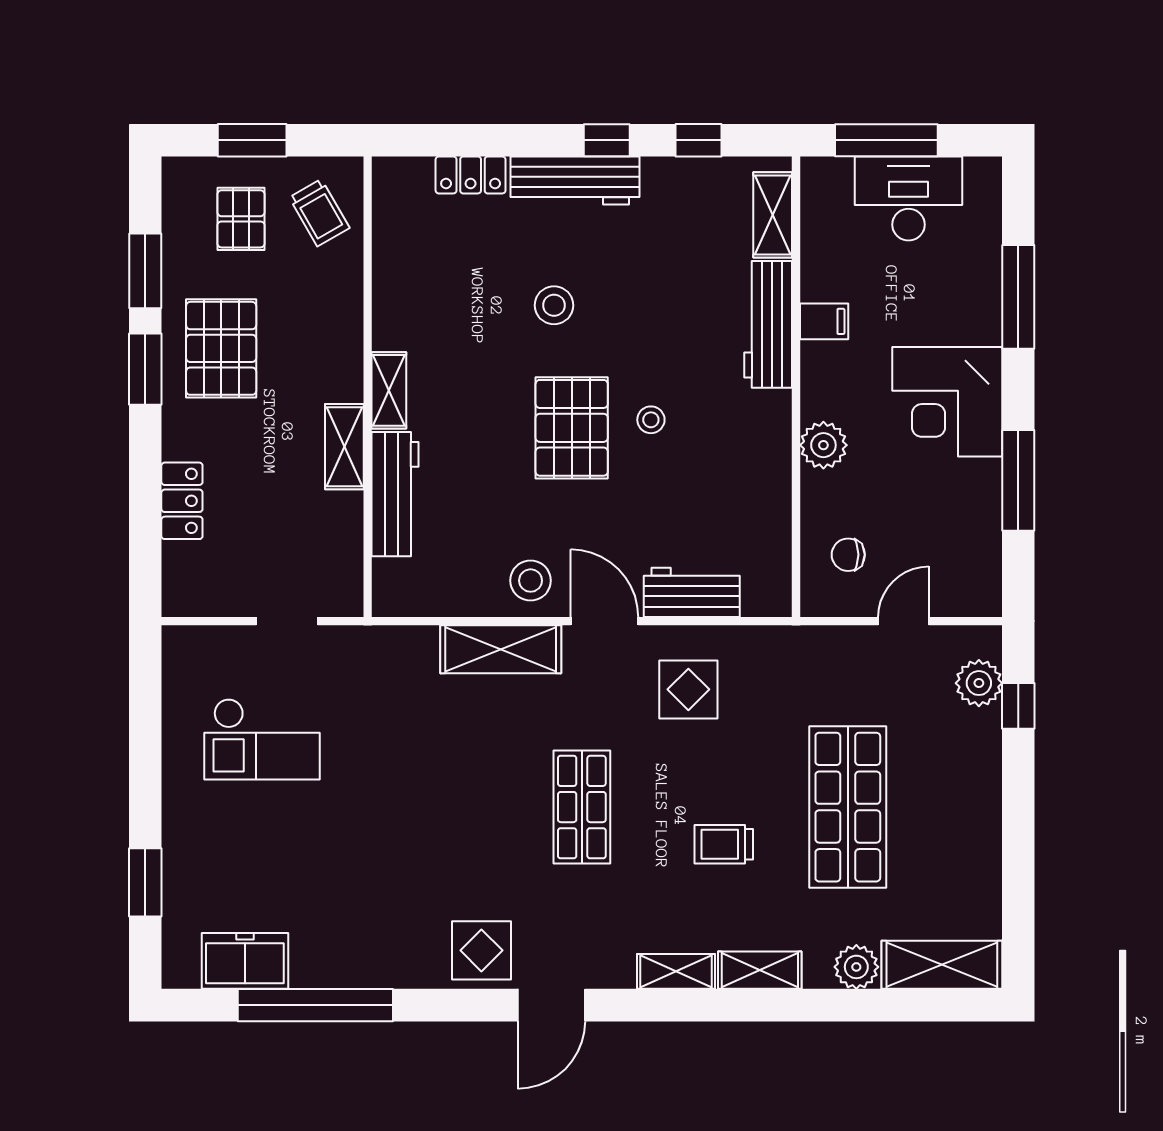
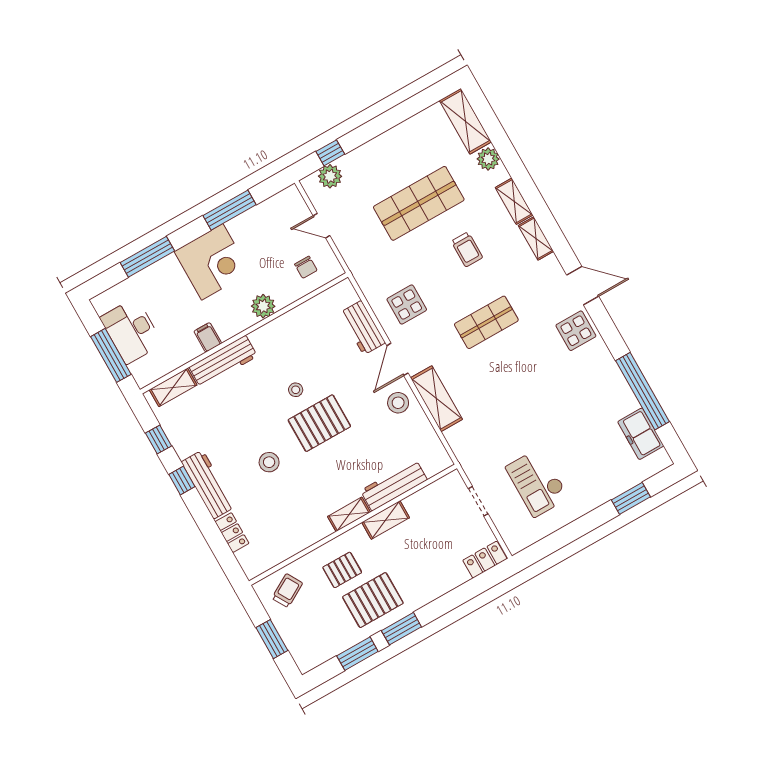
pallet: (241, 219) -> (342, 570), moved
locker: (182, 501) -> (485, 560), moved
checkout: (262, 739) -> (537, 482), turned 180

